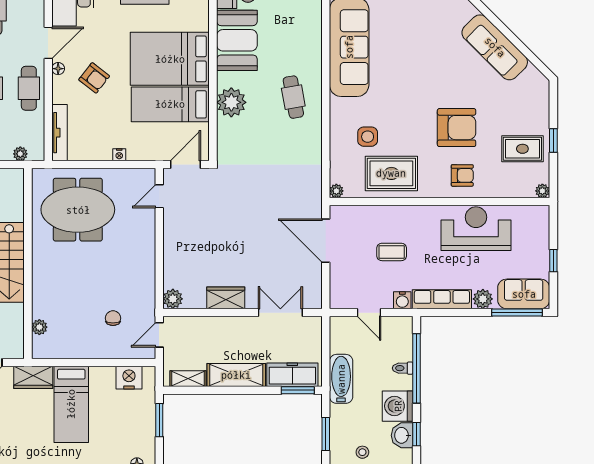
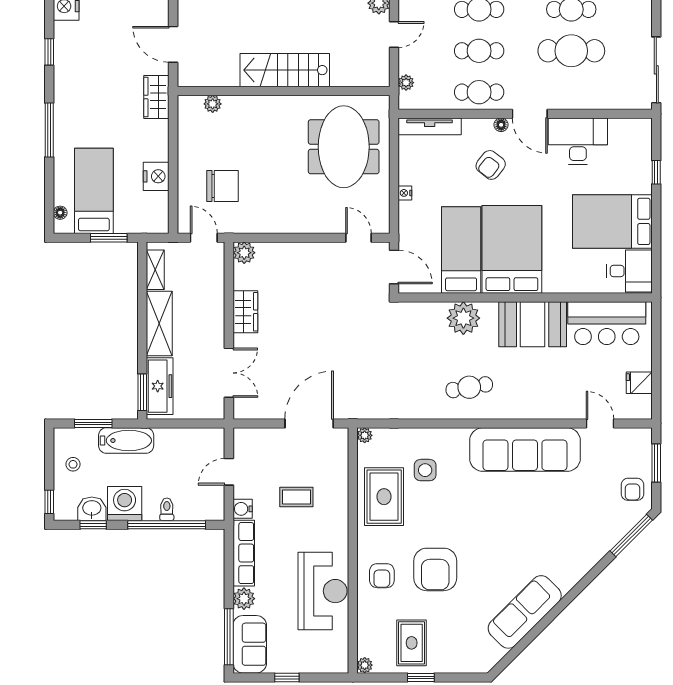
coffee table: (392, 252) -> (296, 497), turned 90
chair: (113, 318) -> (223, 186), width x1.87, depth x1.87
nightstand: (129, 378) -> (156, 176), moved
bathtub: (341, 379) -> (126, 441), moved
bed: (71, 404) -> (94, 191), moved, turned 90

